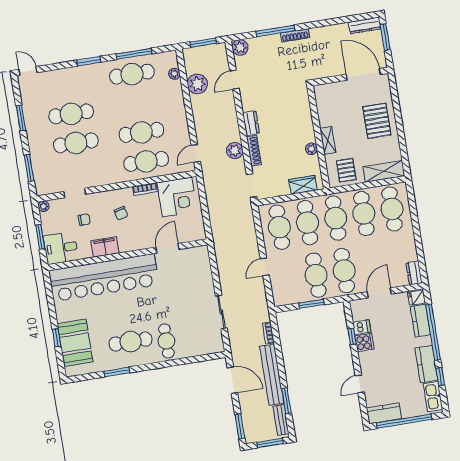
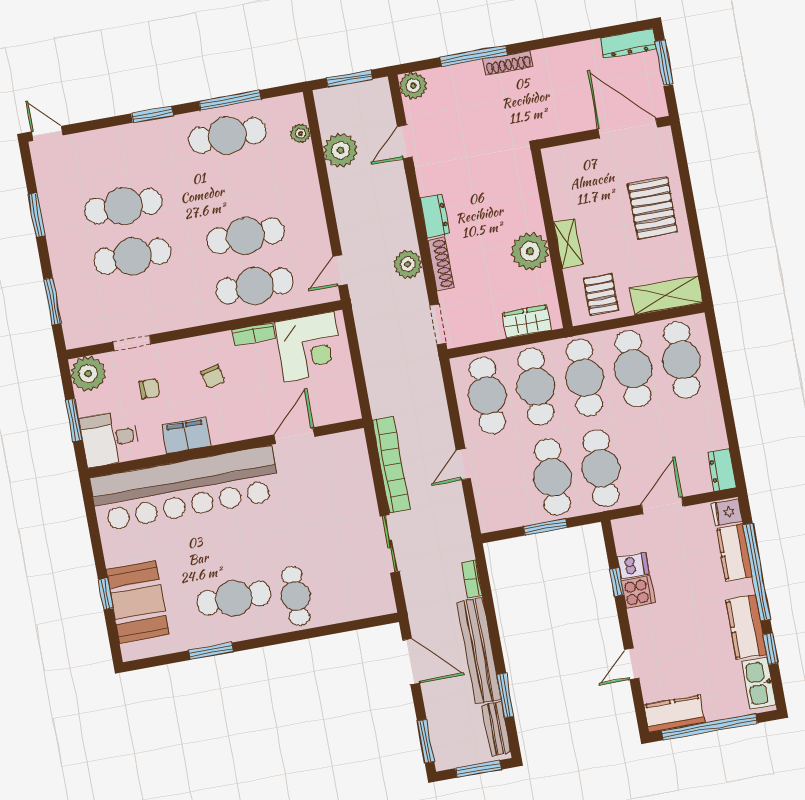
plant: (311, 149) -> (530, 251), width x1.87, depth x1.87
plant: (44, 206) -> (88, 374), width x1.87, depth x1.87
bookcase: (223, 266) -> (391, 465), added

